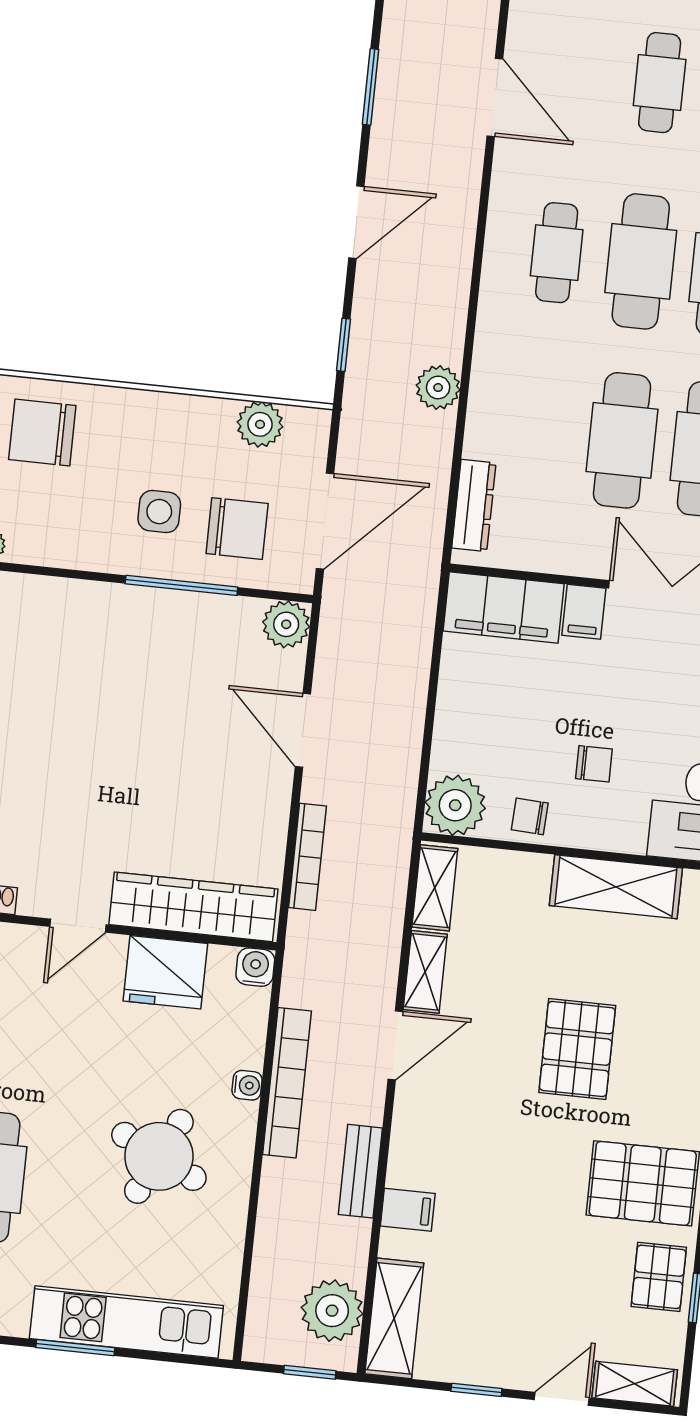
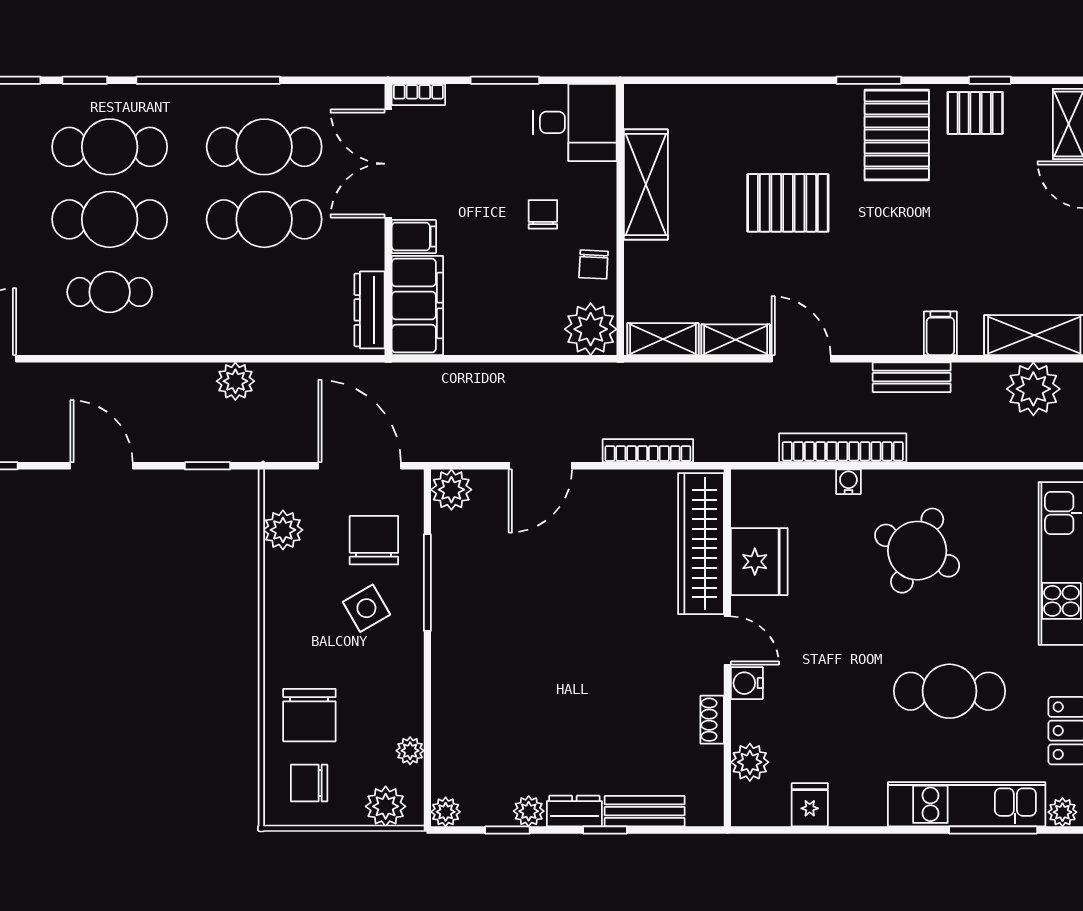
dresser: (474, 505) -> (370, 310), moved, turned -90
side table: (159, 512) -> (366, 608), turned -30
water cooler: (255, 967) -> (747, 683), moved

